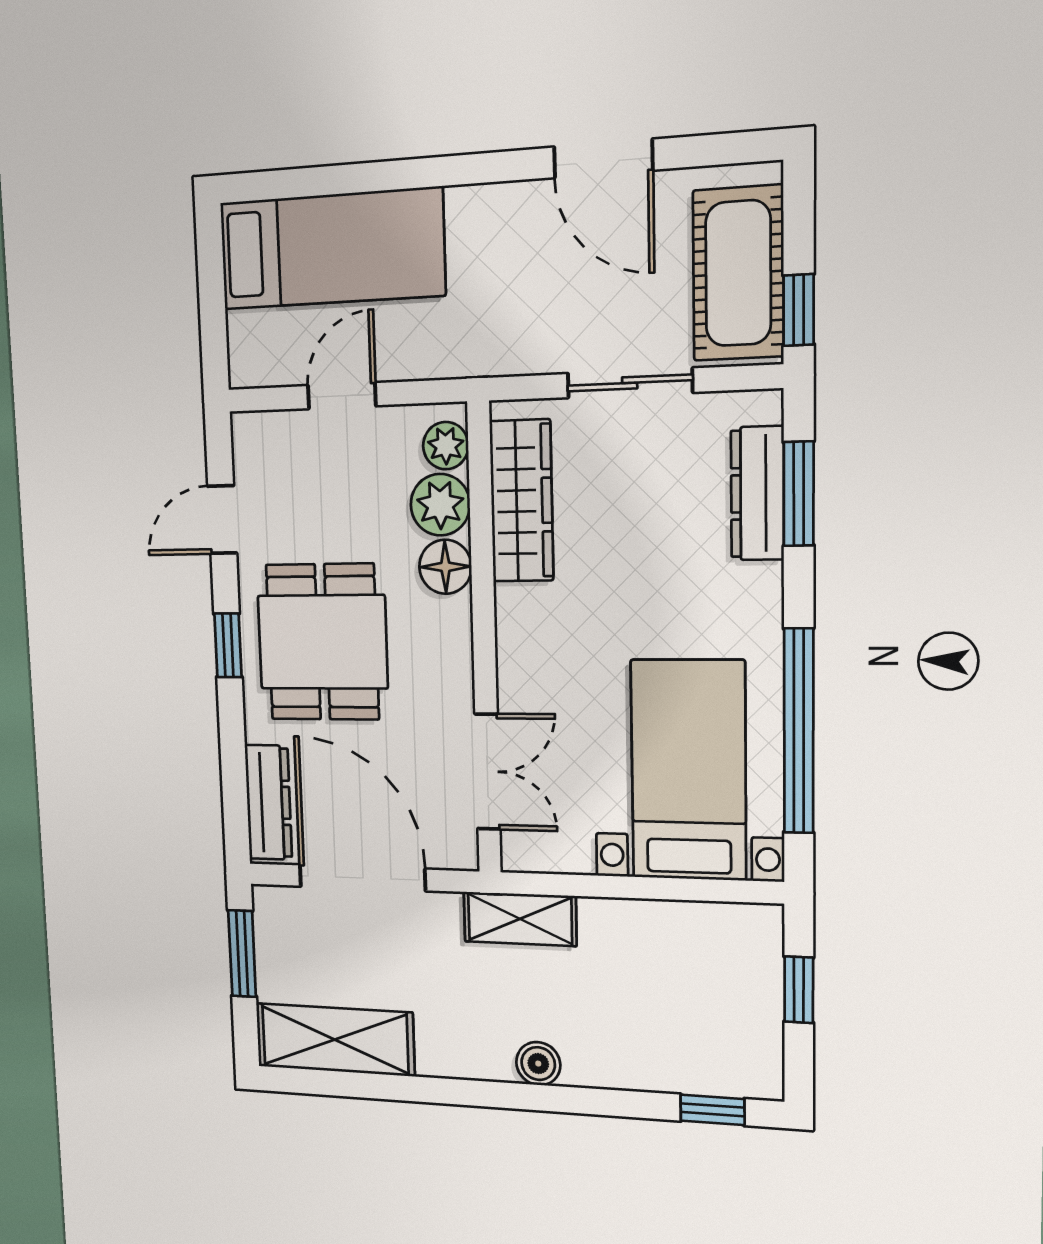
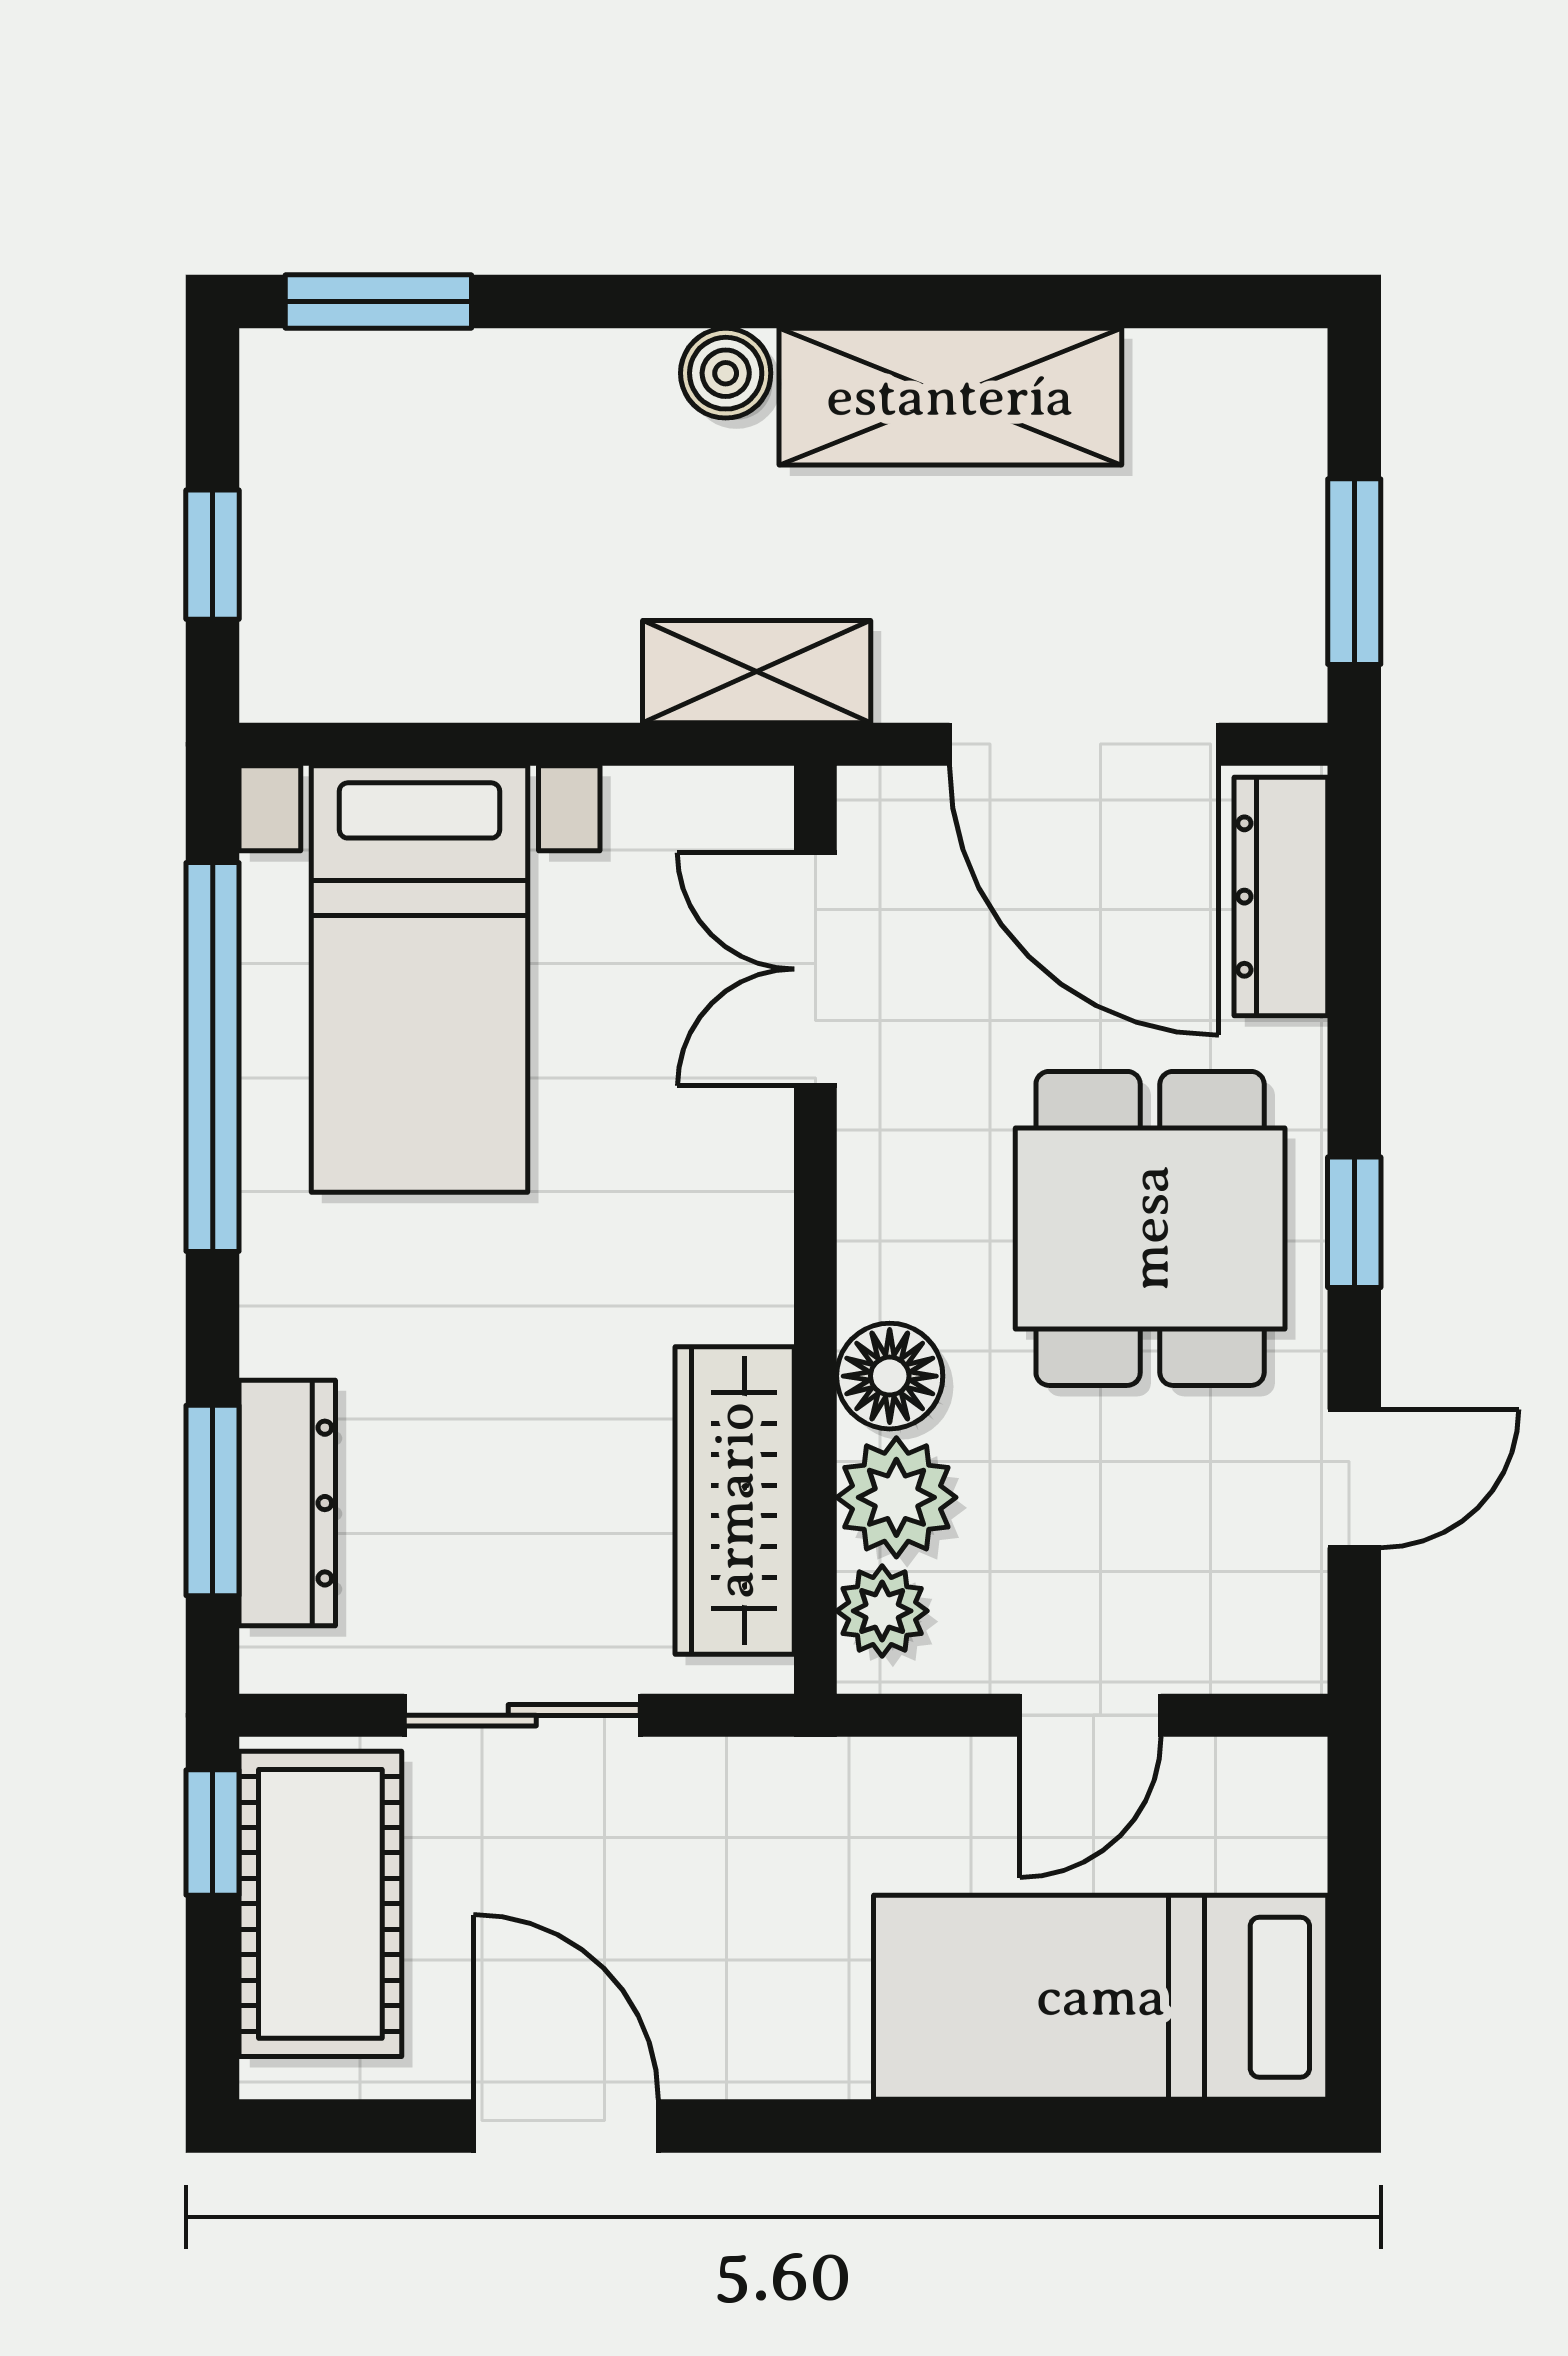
shelving: (335, 1040) -> (950, 397), moved
window: (712, 1110) -> (378, 301), width x1.50

